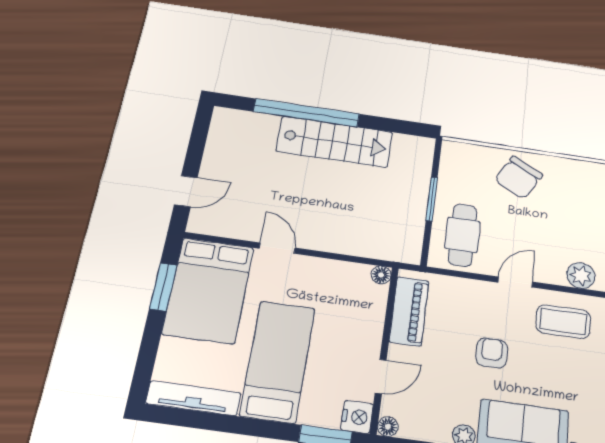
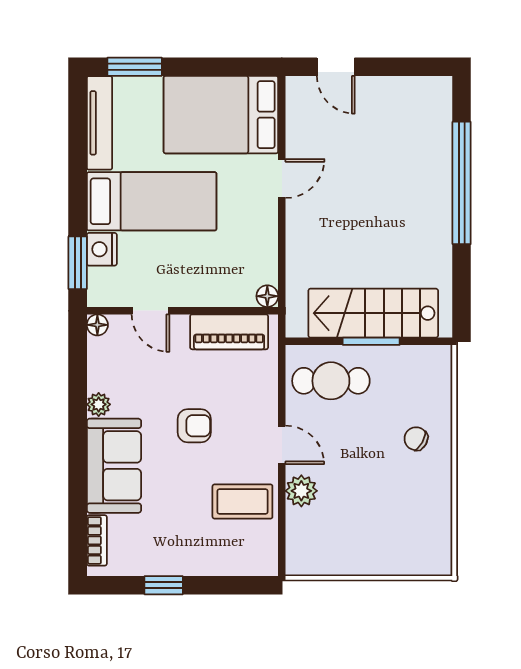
stairs: (335, 142) -> (373, 313), moved, turned 90
chair: (518, 178) -> (416, 439), width x0.54, depth x0.54
plant: (581, 276) -> (301, 491), moved
window: (163, 287) -> (135, 67), moved
coffee table: (563, 322) -> (242, 501), turned 90
nightstand: (357, 417) -> (102, 249), moved, turned 90

